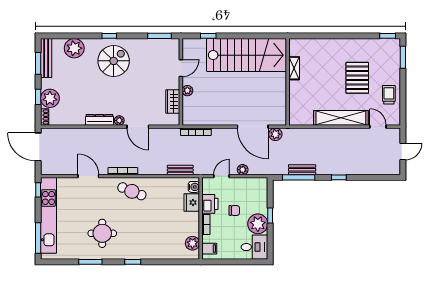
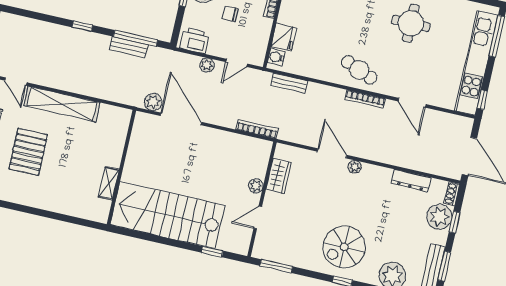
dresser: (100, 120) -> (411, 181), moved
printer: (210, 204) -> (194, 41), moved, turned 90

